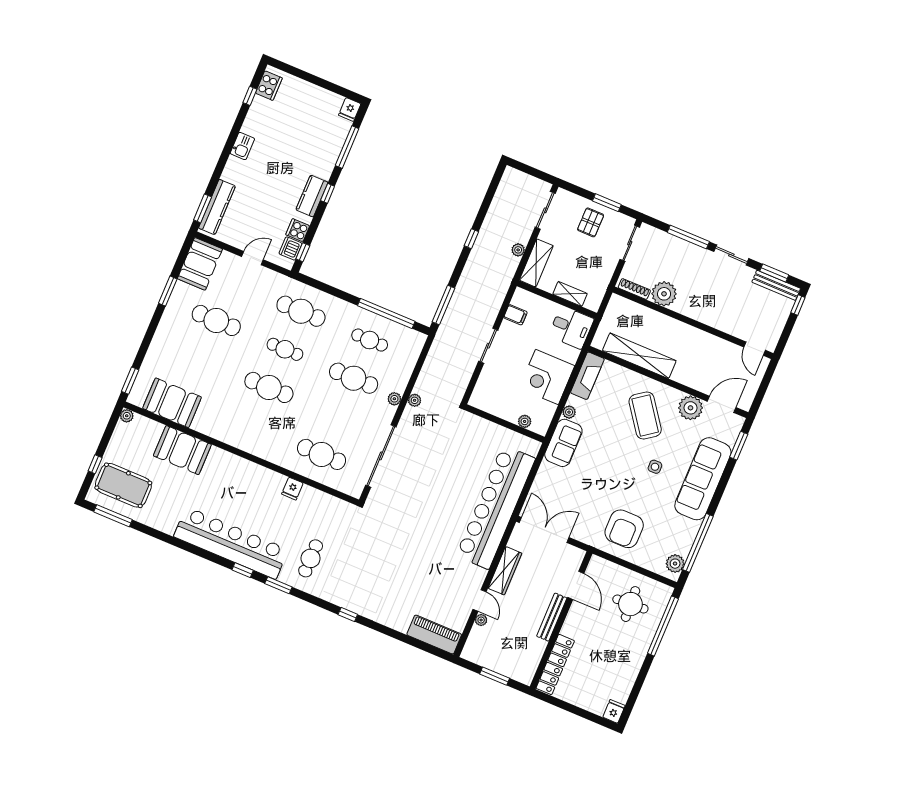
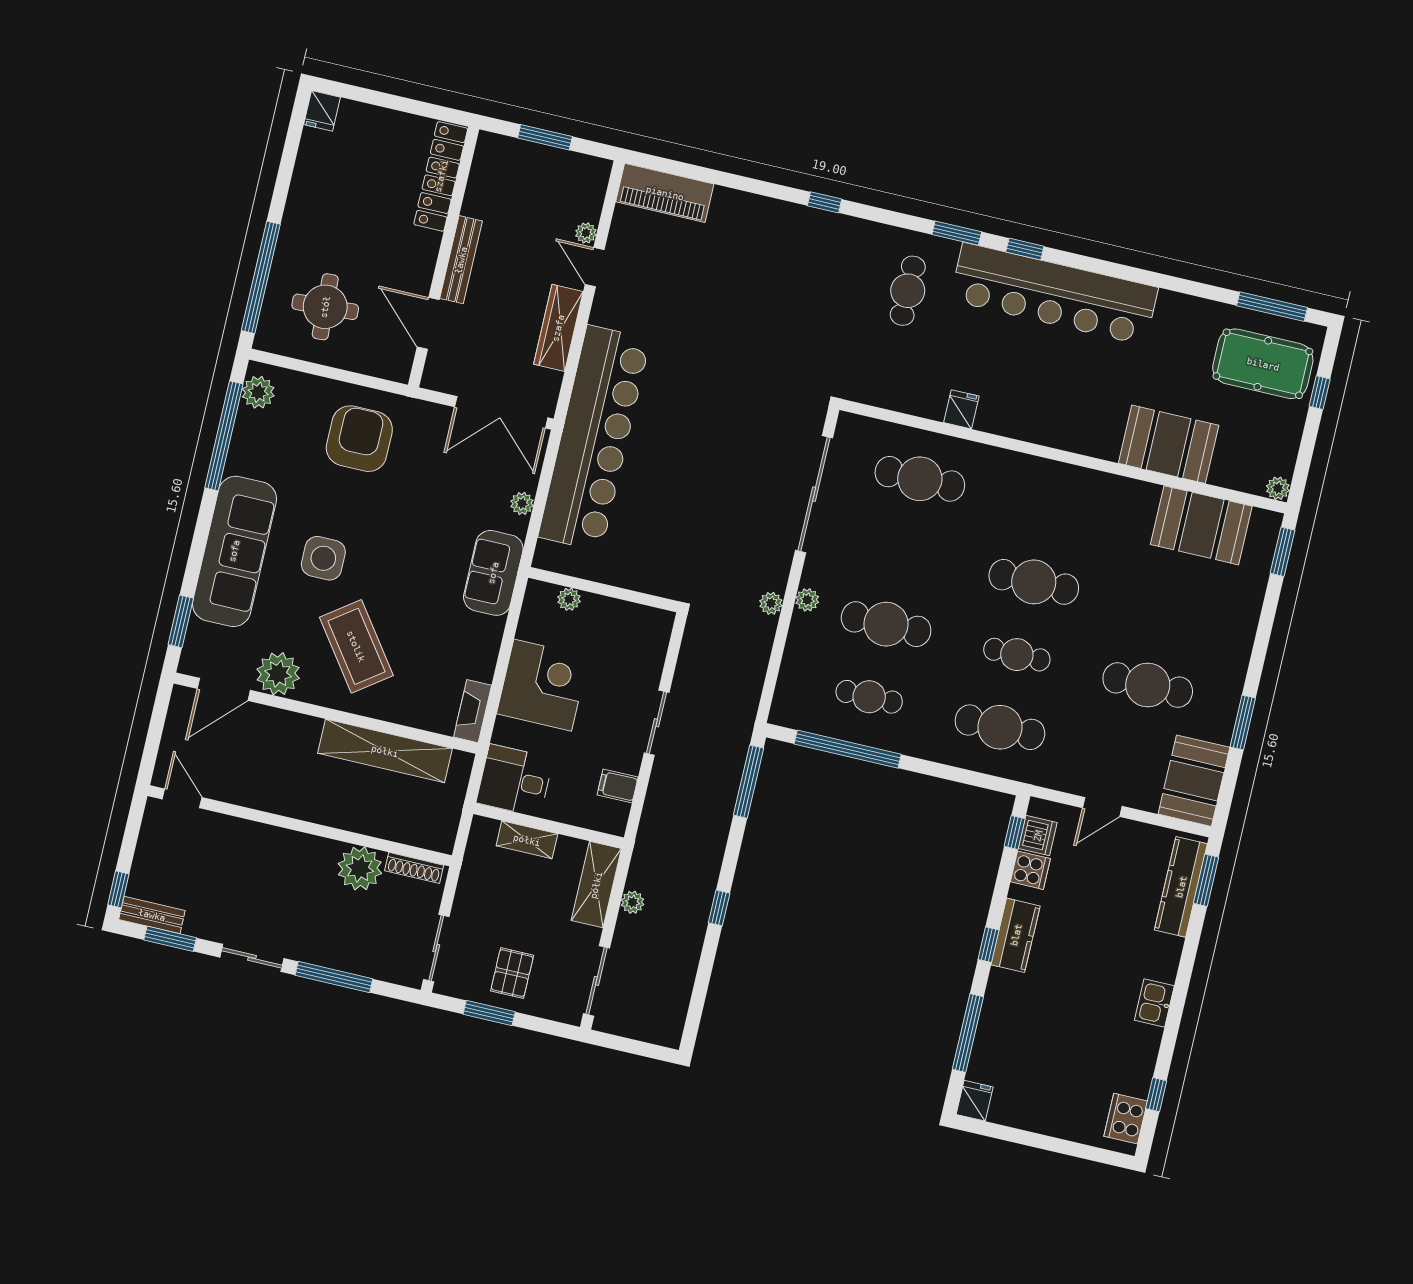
bench: (776, 285) -> (152, 915), width x0.73
fireplace: (587, 376) -> (473, 711), width x0.73, depth x0.76
plant: (569, 412) -> (522, 503), moved
side table: (655, 467) -> (323, 558), width x1.87, depth x1.87

